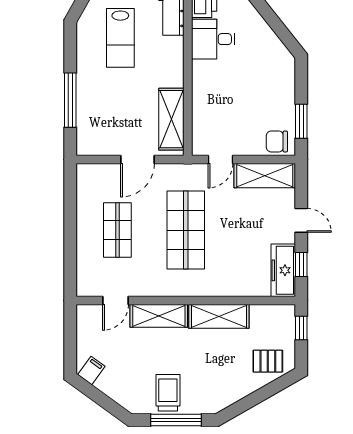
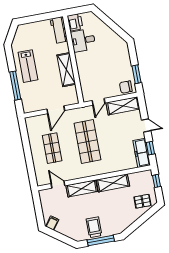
lab bench: (120, 38) -> (28, 66), moved
shelving: (171, 119) -> (66, 70), moved
door: (116, 301) -> (58, 185), swing flipped

